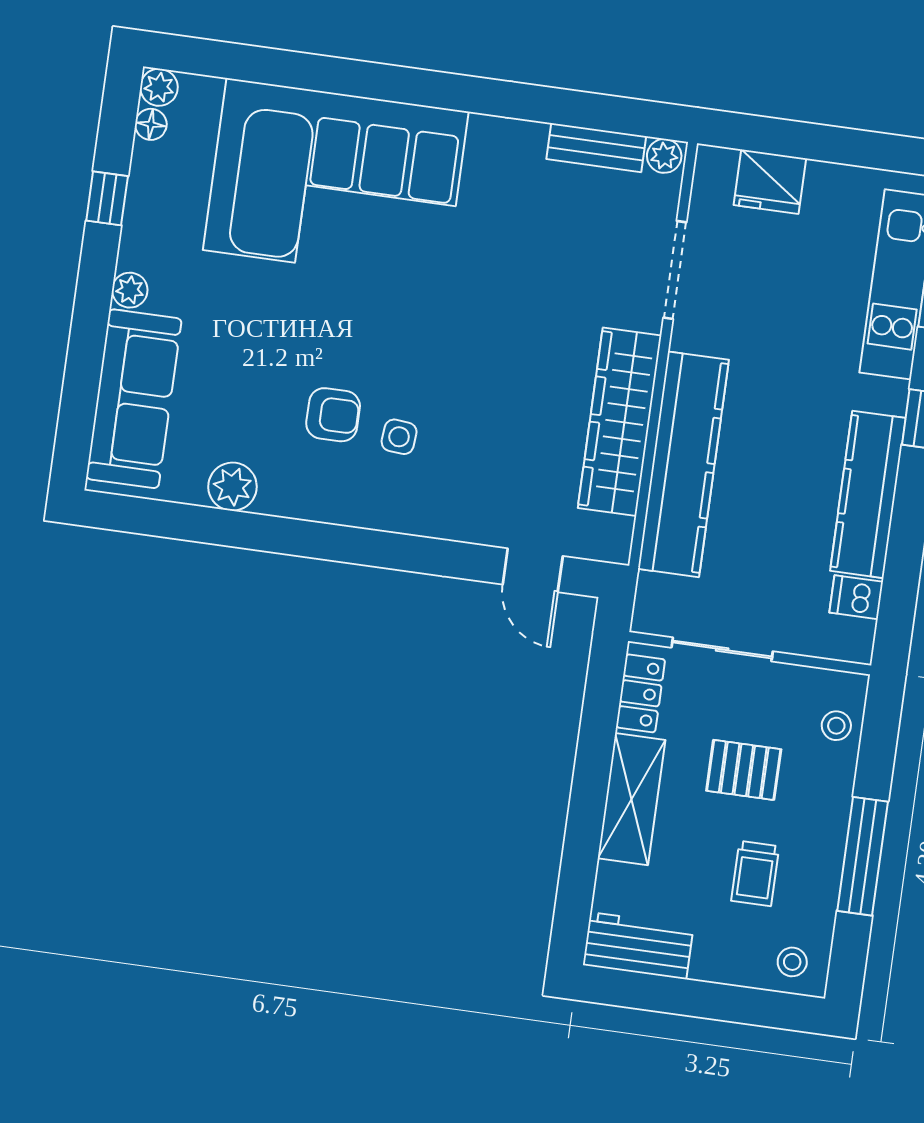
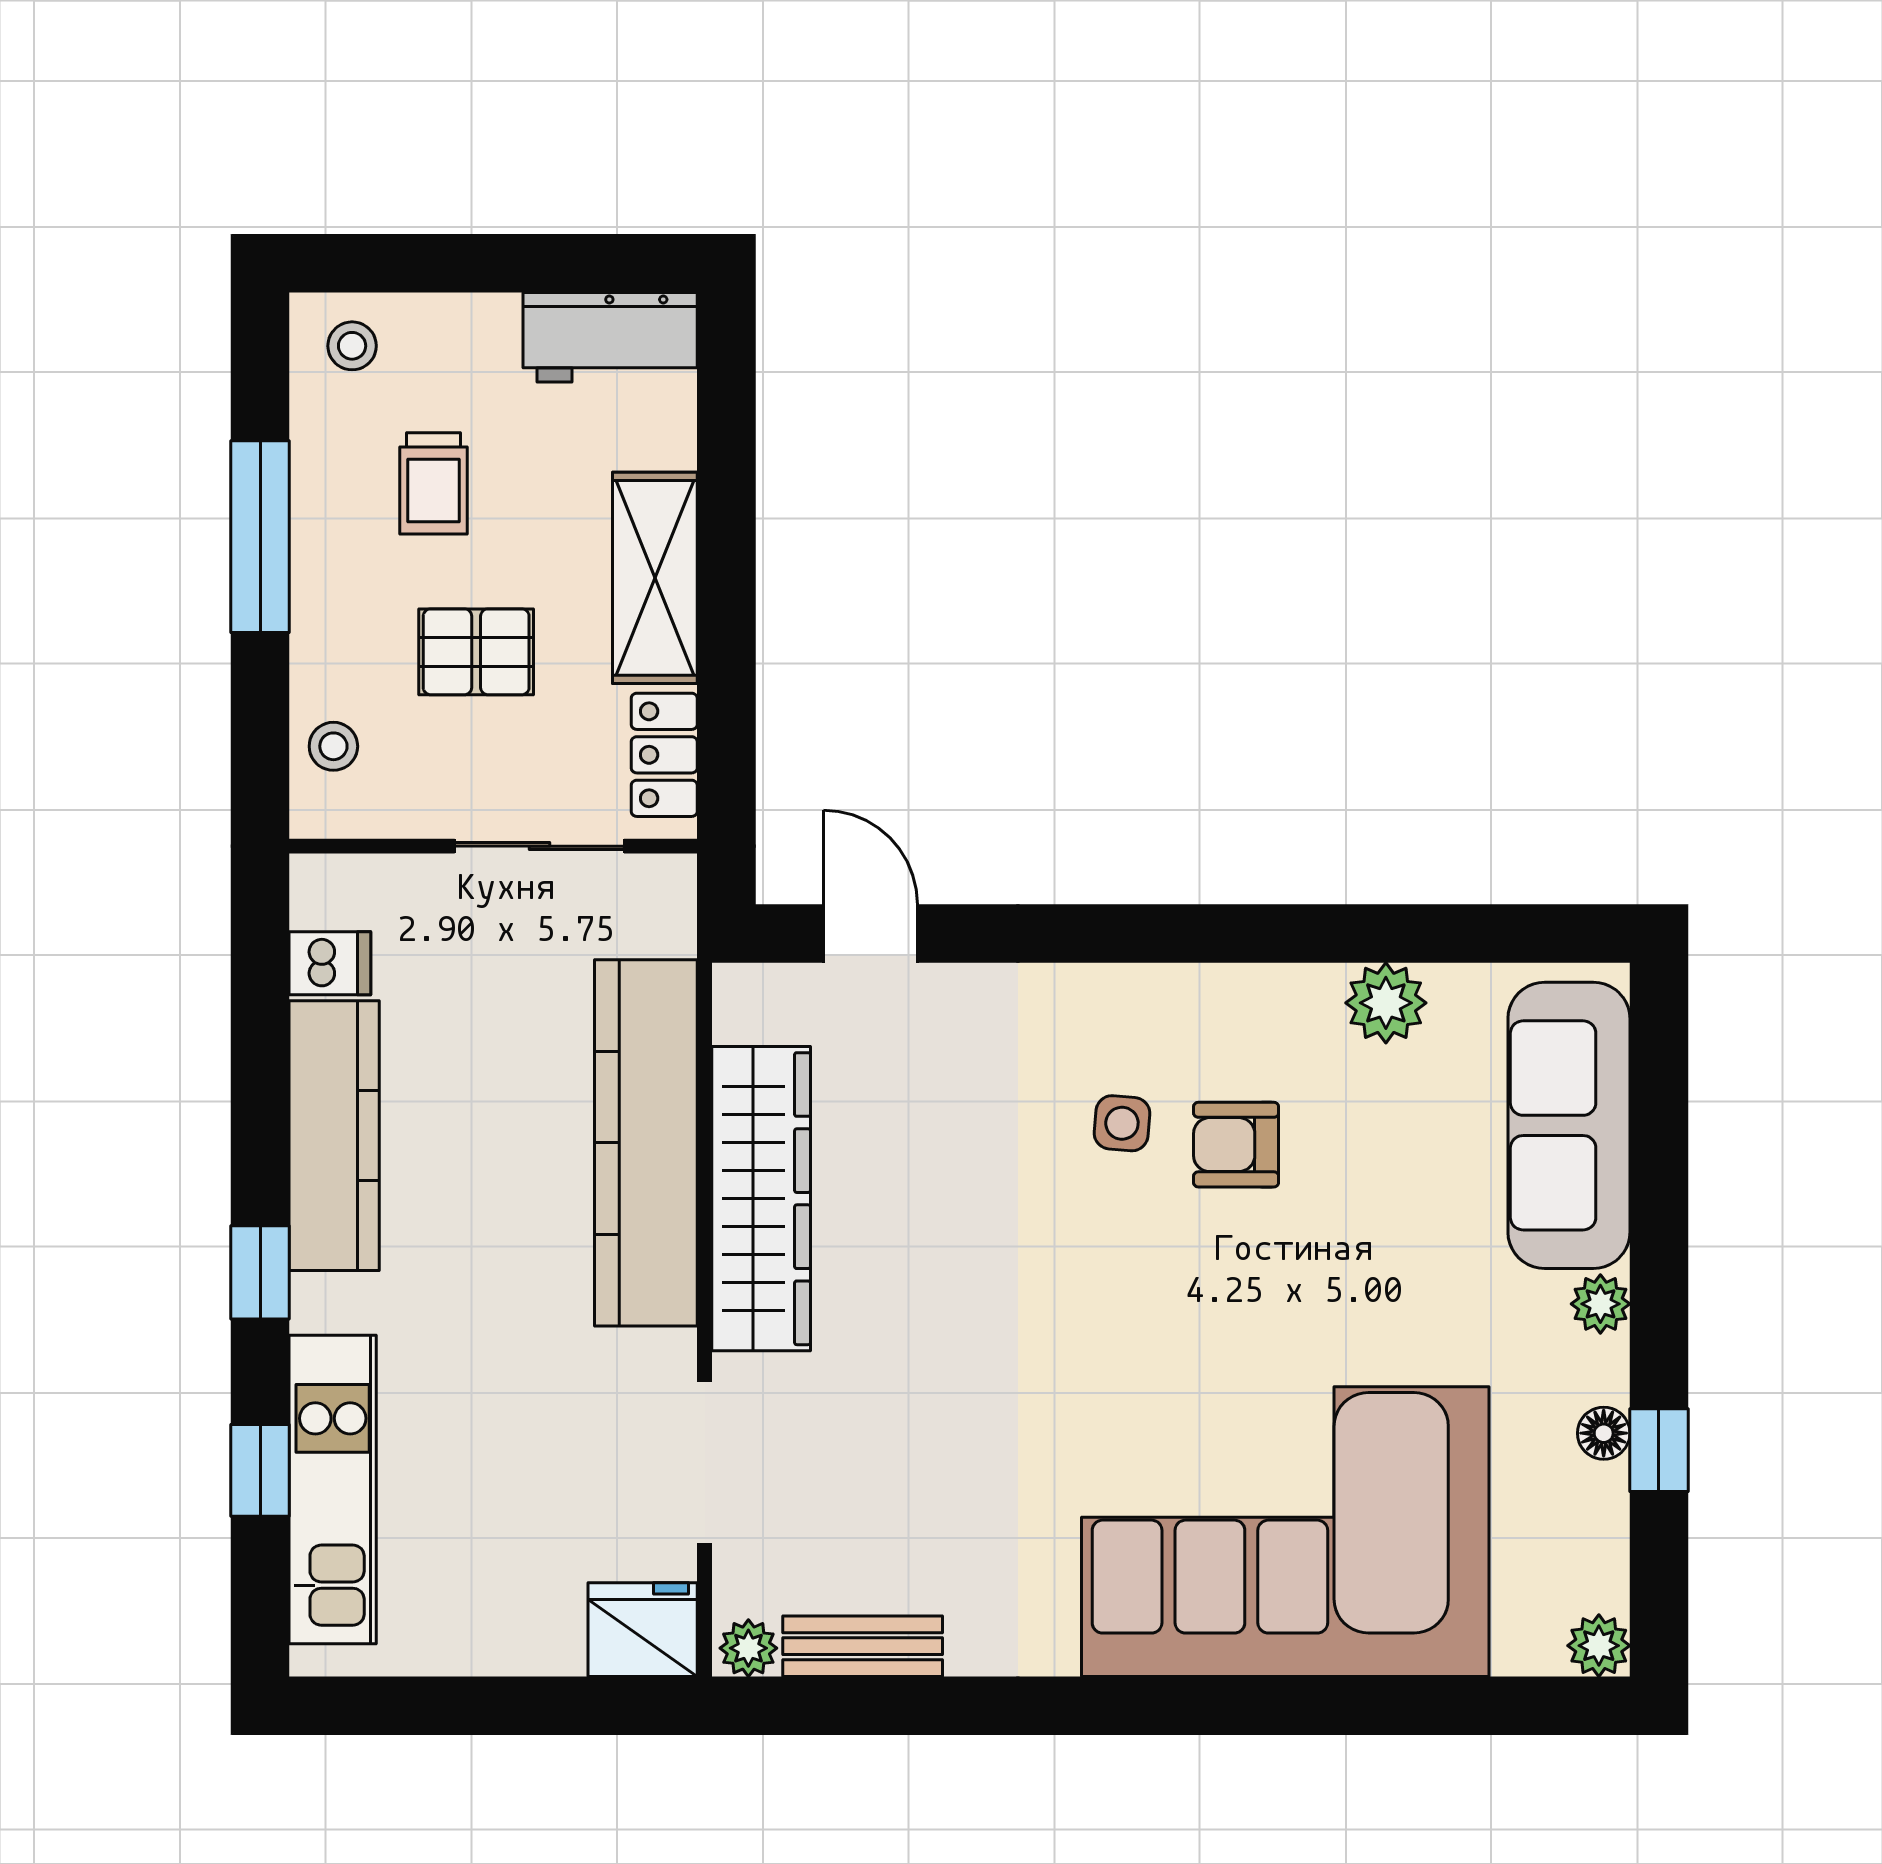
floor lamp: (151, 124) -> (1604, 1433), moved
fridge: (770, 182) -> (643, 1630), moved
trolley: (755, 874) -> (433, 483), turned 180

